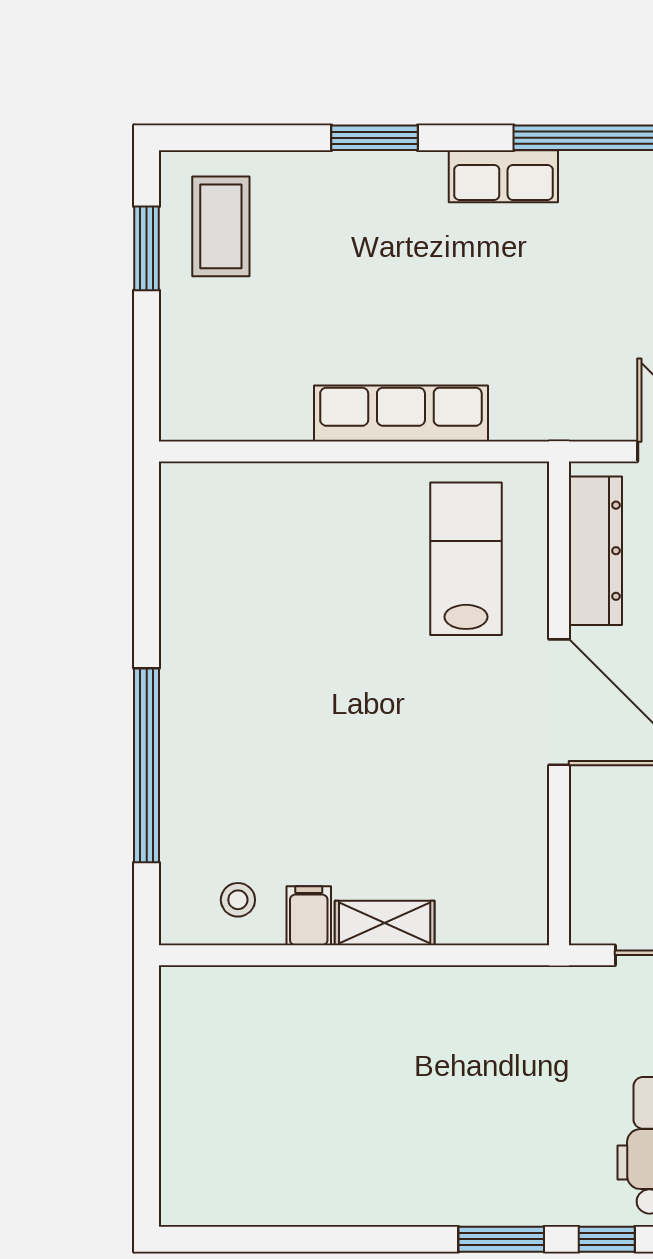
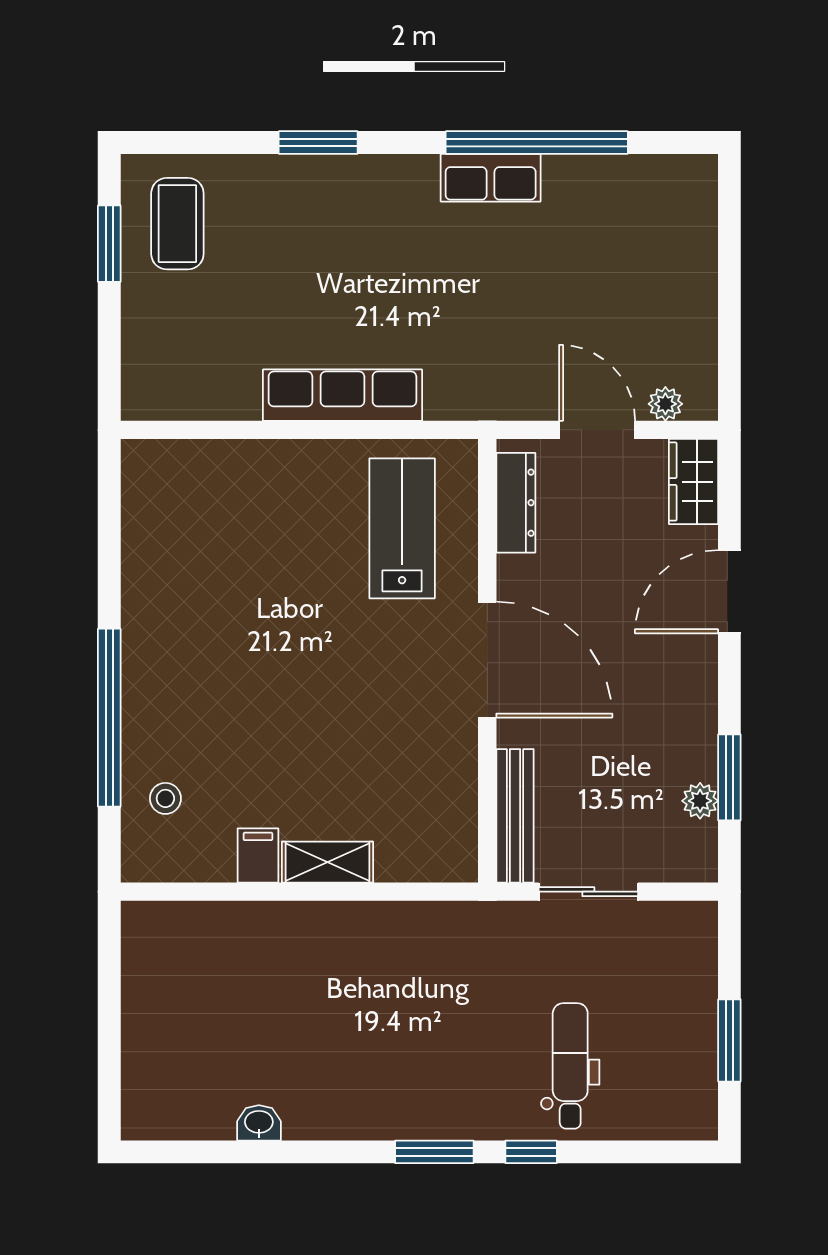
row of seats: (503, 176) -> (491, 178), moved
dresser: (595, 551) -> (516, 503), width x0.73, depth x0.80
bench: (589, 873) -> (515, 816), added
stool: (238, 900) -> (165, 798), moved
washbasin: (310, 1208) -> (259, 1123), added

